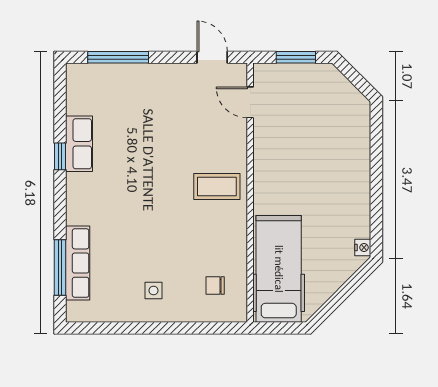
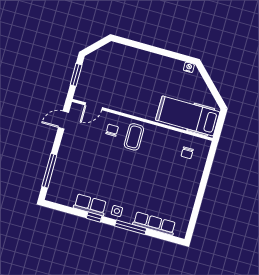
chair: (218, 146) -> (112, 130), added
window: (60, 268) -> (131, 227), moved
side table: (154, 291) -> (117, 211), moved

